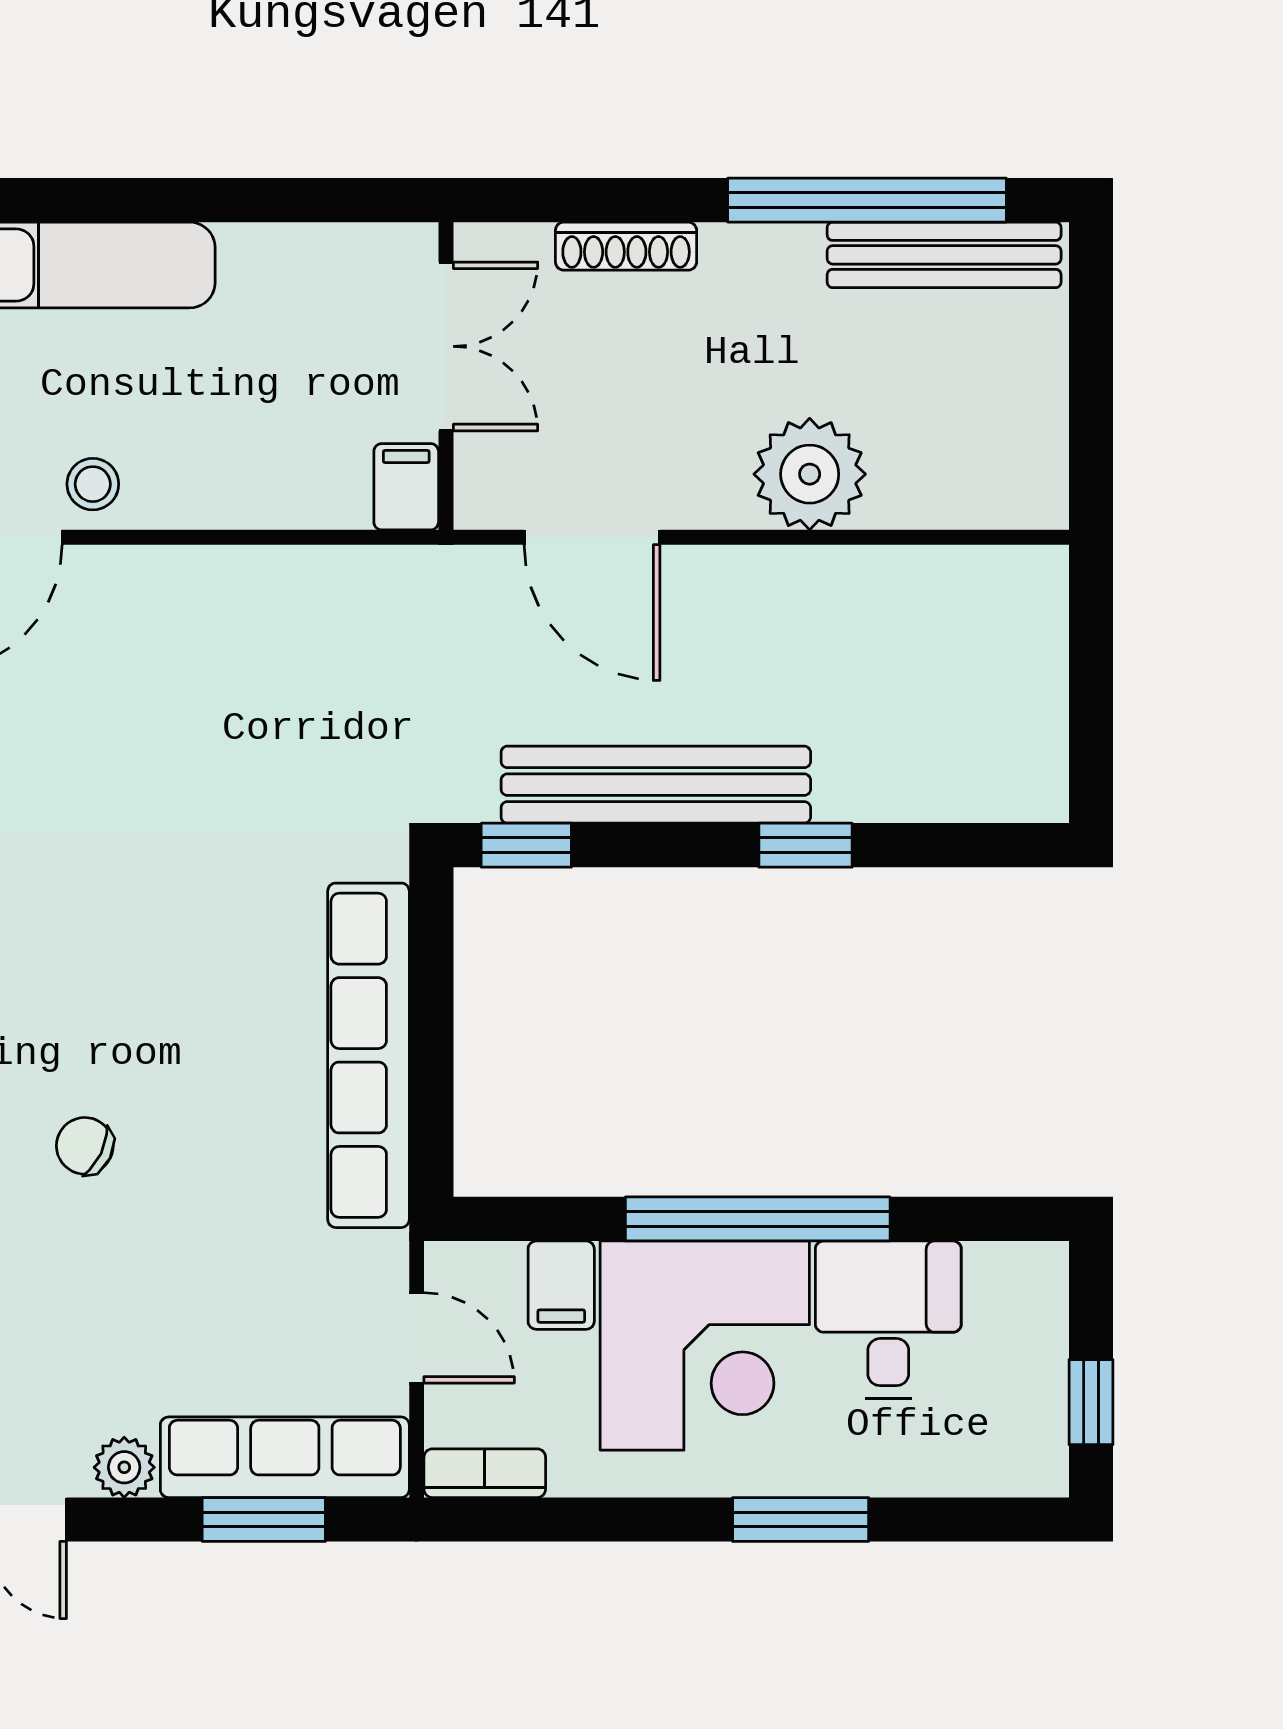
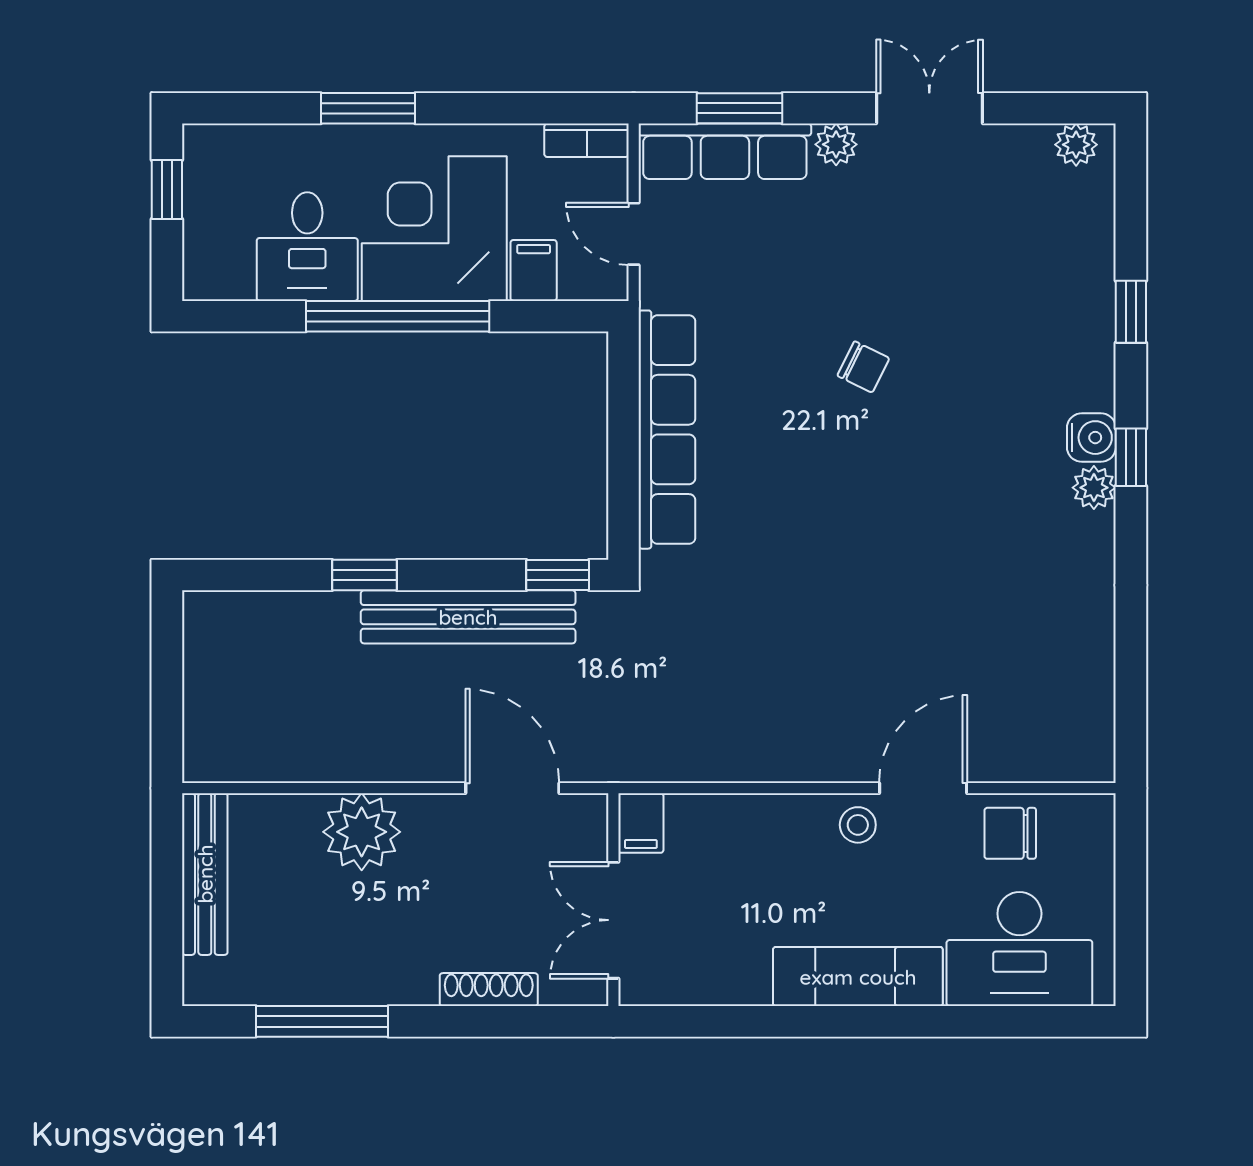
window: (867, 200) -> (322, 1021), width x0.68
bench: (944, 255) -> (205, 874), moved, turned 90

